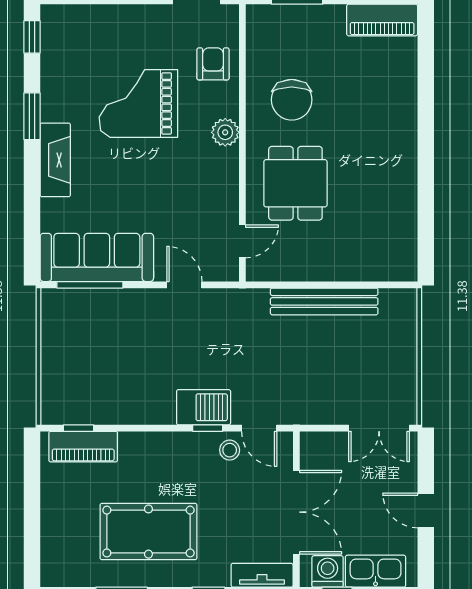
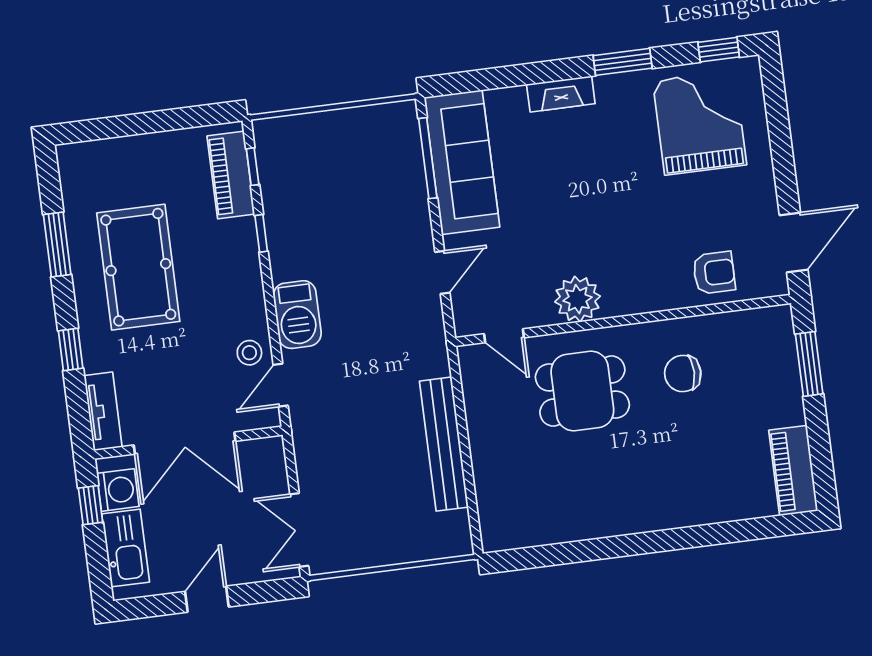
chair: (292, 100) -> (683, 374), width x0.73, depth x0.73
grand piano: (138, 103) -> (700, 123), moved
plant: (225, 132) -> (578, 299), moved, width x1.36, depth x1.36
fireplace: (55, 160) -> (561, 94), width x0.73, depth x0.76
window: (208, 428) -> (261, 233), moved

